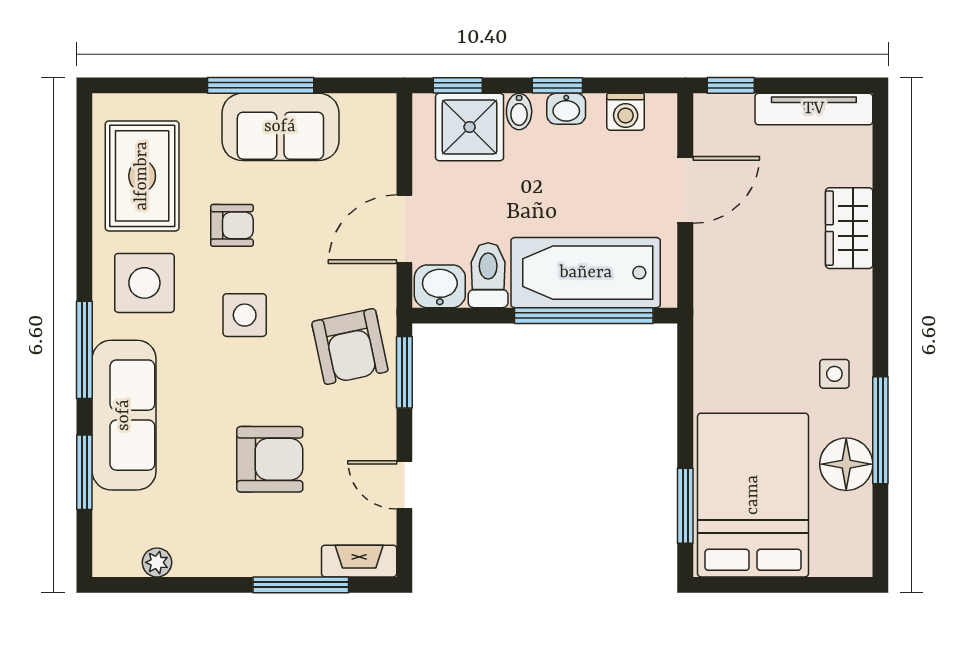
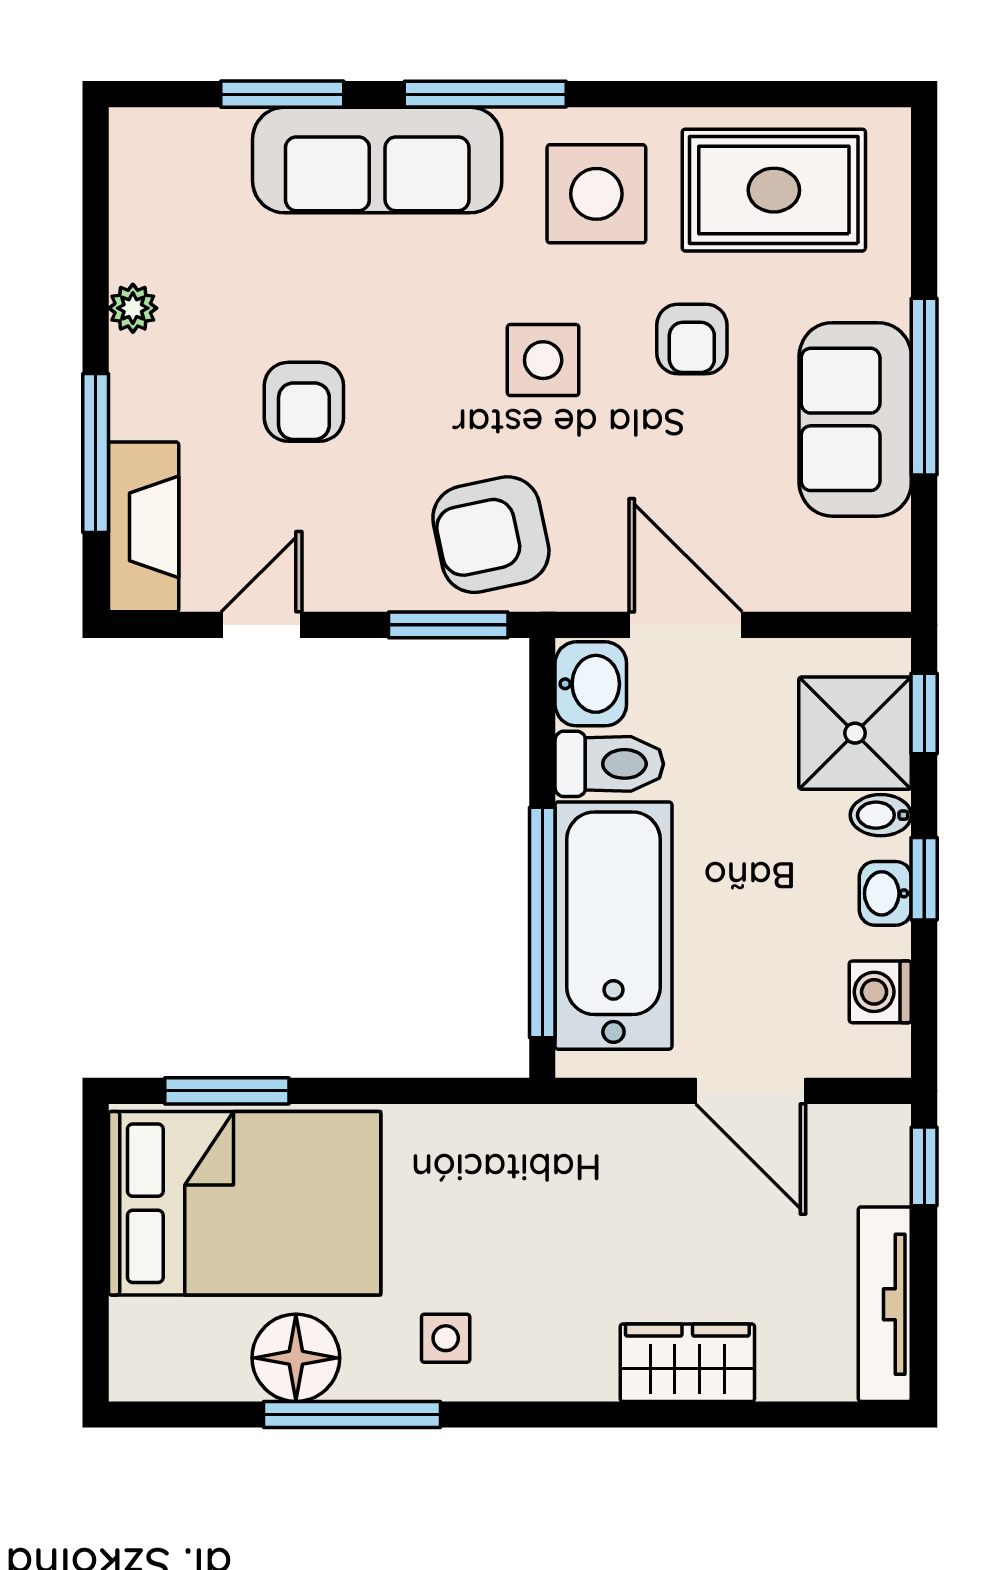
armchair: (270, 459) -> (304, 402), width x0.72, depth x0.72
fireplace: (359, 561) -> (144, 527), width x1.37, depth x1.32
plant: (157, 562) -> (133, 308), moved

